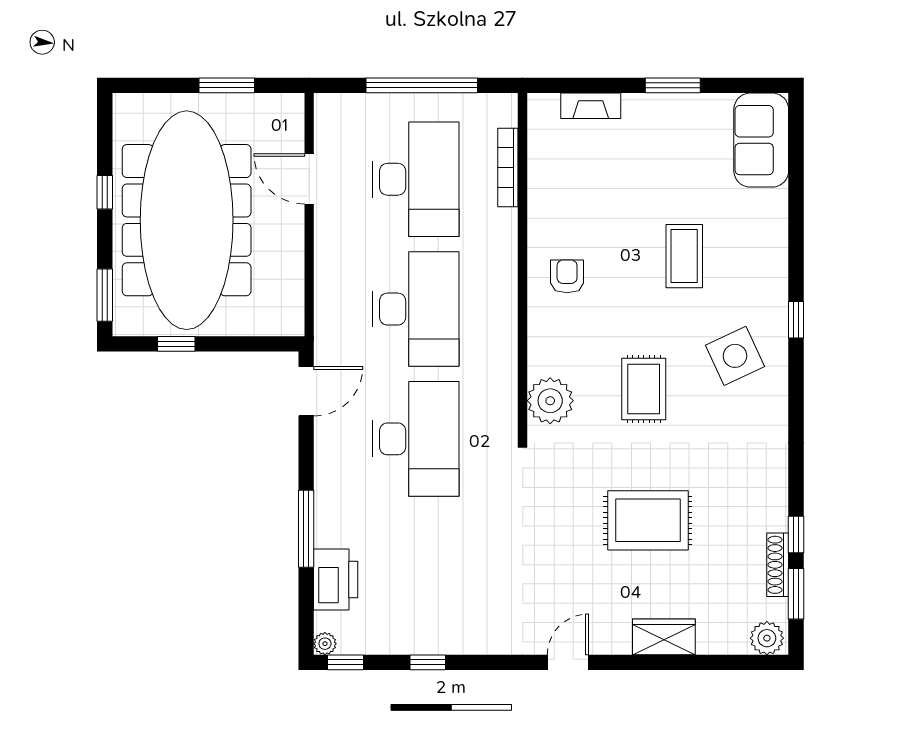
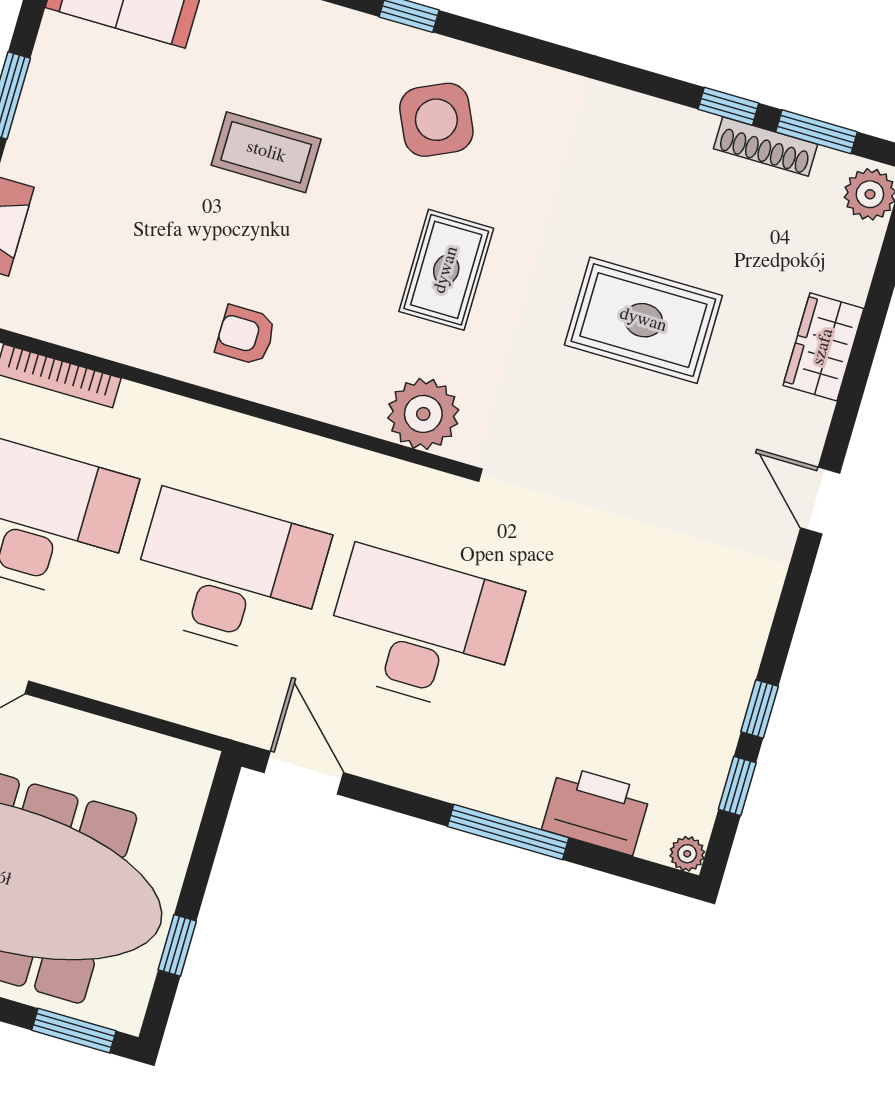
rug: (644, 389) -> (446, 270), turned 90
rug: (648, 520) -> (643, 320), turned 90
window: (346, 662) -> (737, 786), moved

